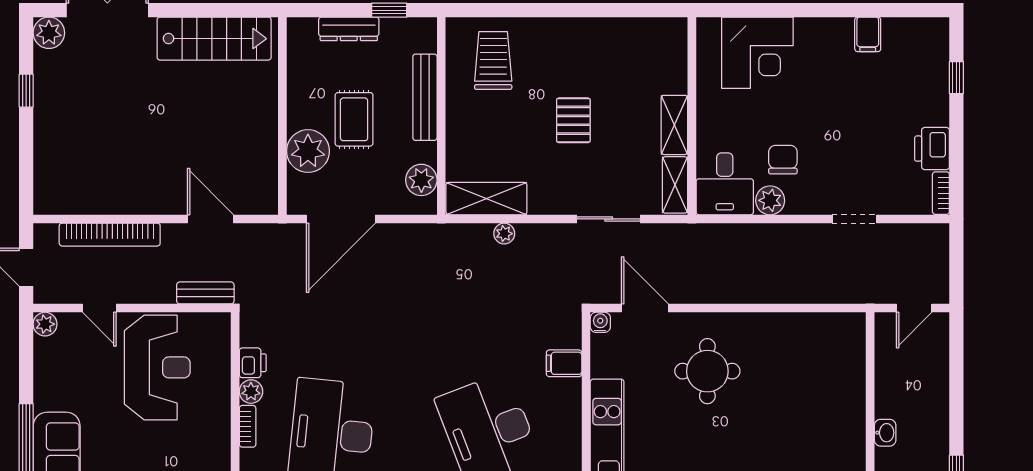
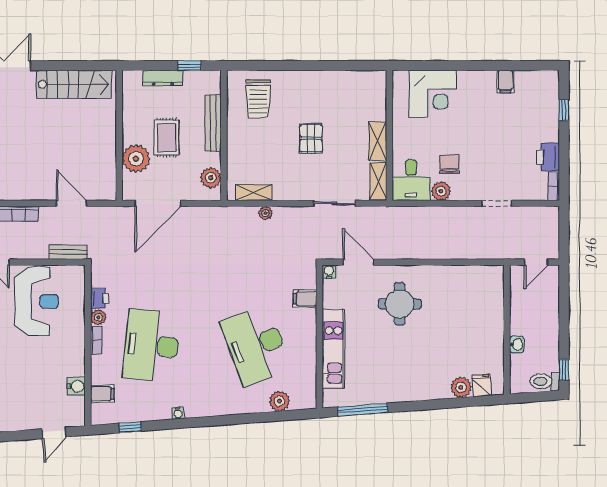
trolley: (493, 60) -> (258, 99), turned 180
shelving: (486, 199) -> (254, 193), width x0.67, depth x0.75

